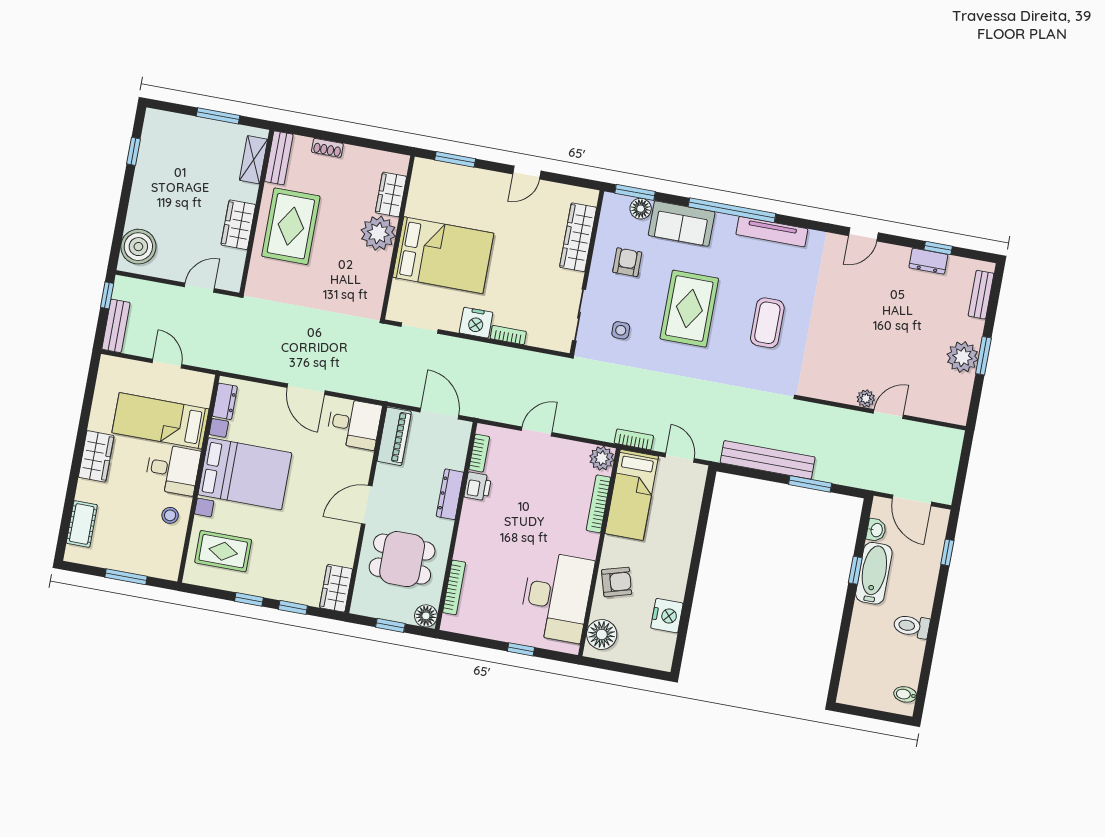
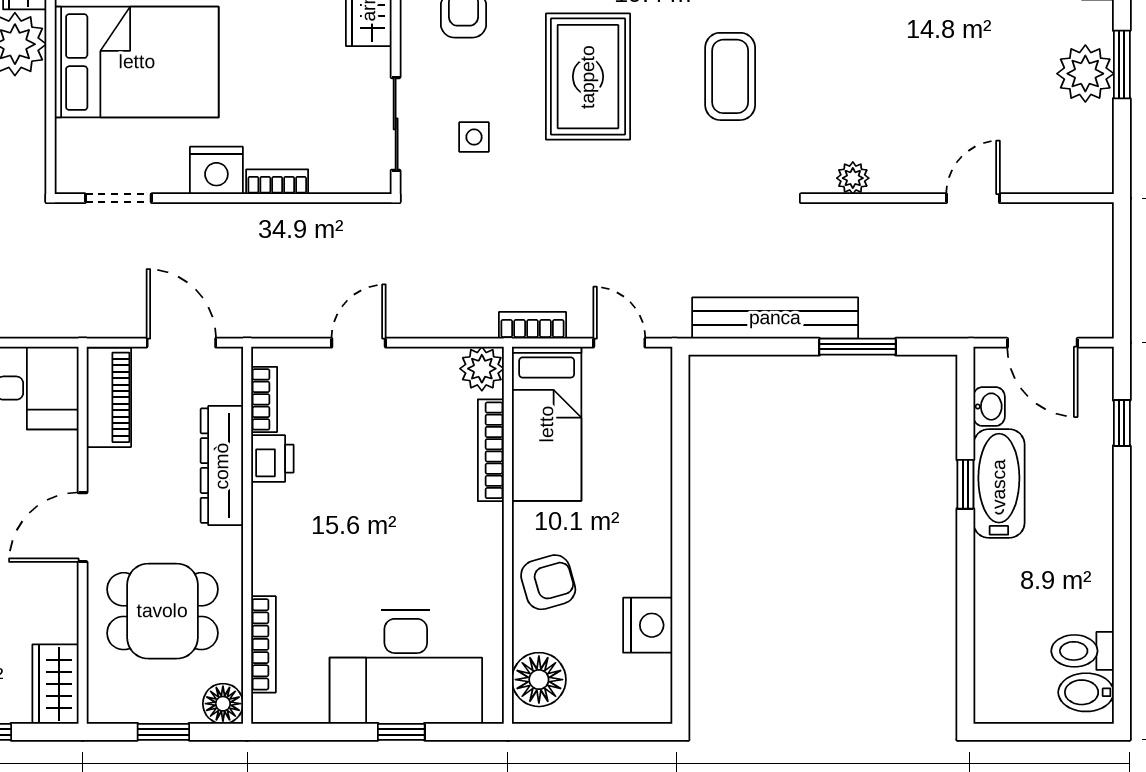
plant: (866, 399) -> (853, 178), moved
dresser: (450, 494) -> (222, 466), width x1.37, depth x1.24
desk: (556, 597) -> (406, 667), moved, turned 90
toilet: (912, 626) -> (1082, 651), moved
bidet: (905, 694) -> (1086, 692), width x1.38, depth x1.36

